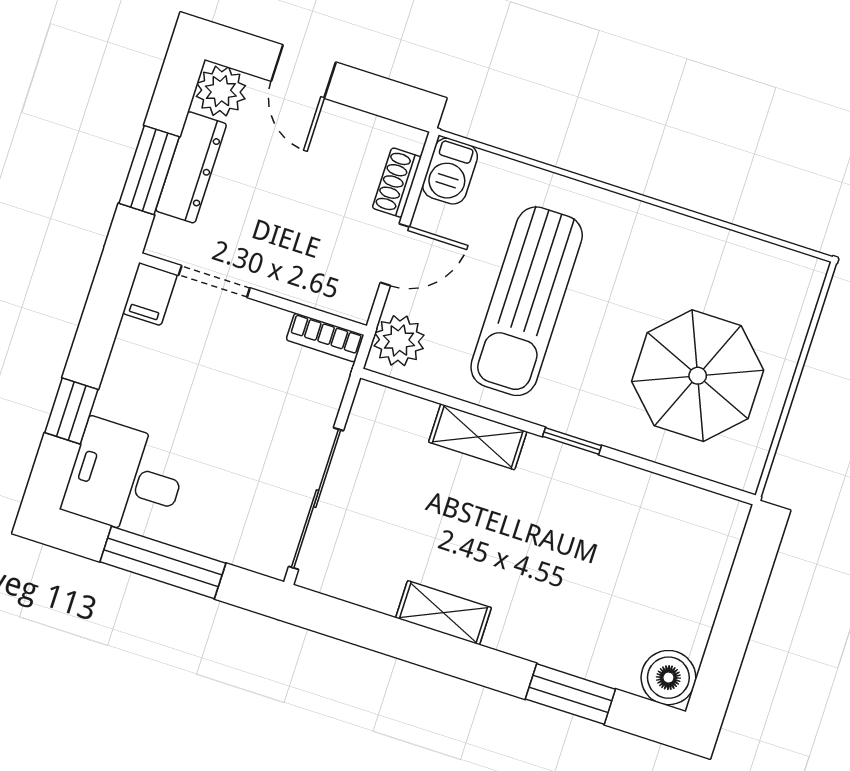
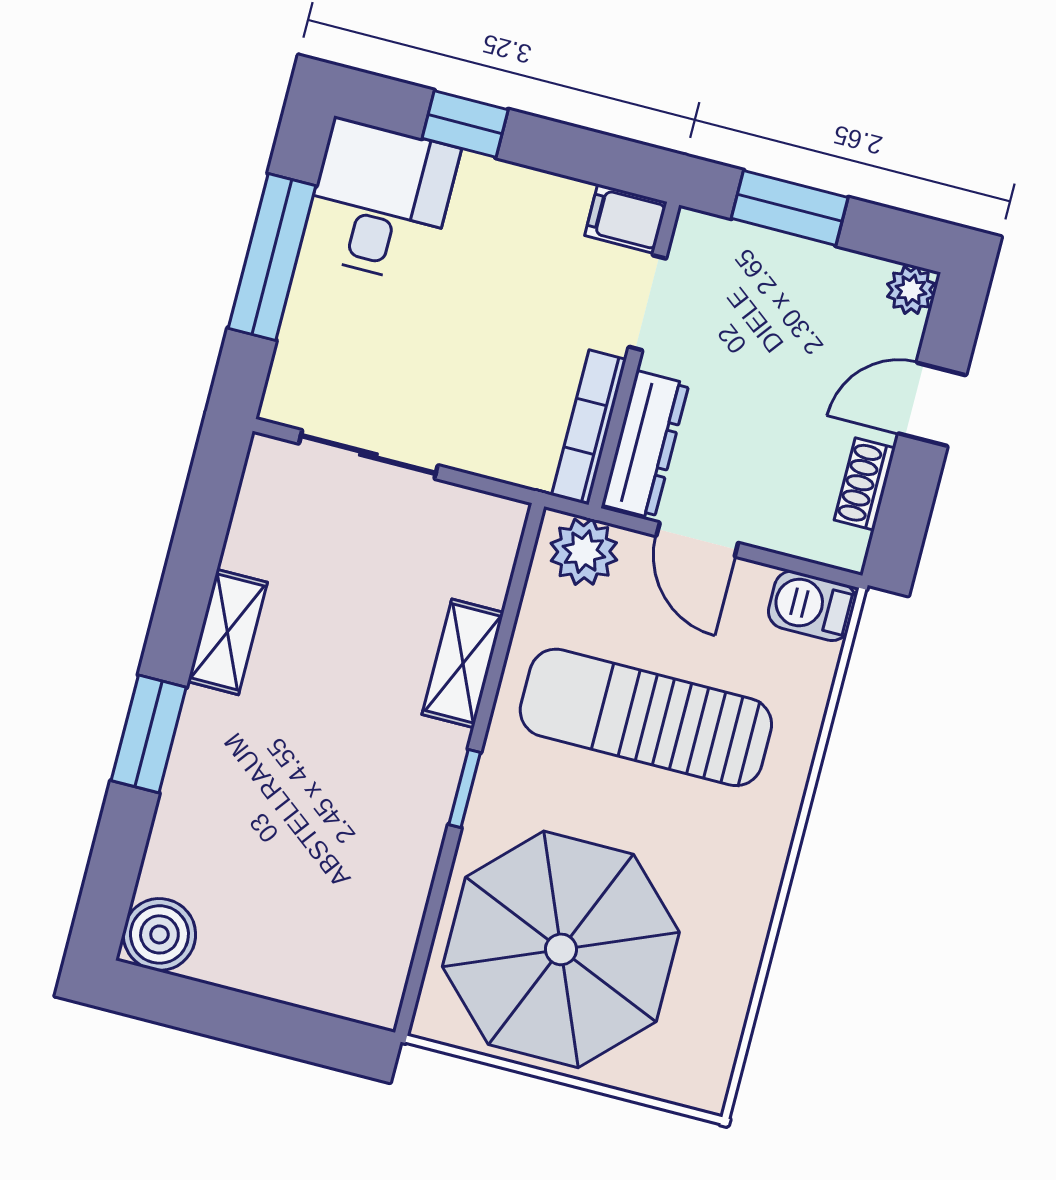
plant: (221, 91) -> (911, 290), width x0.73, depth x0.73
dresser: (191, 167) -> (645, 445), moved, turned -90
shoe rack: (397, 183) -> (865, 484), moved, turned -90
bookcase: (325, 338) -> (589, 427), width x1.56
parasol: (698, 376) -> (561, 949), width x1.36, depth x1.36
sliding door: (316, 499) -> (368, 454), width x0.73
window: (570, 694) -> (149, 734), moved

